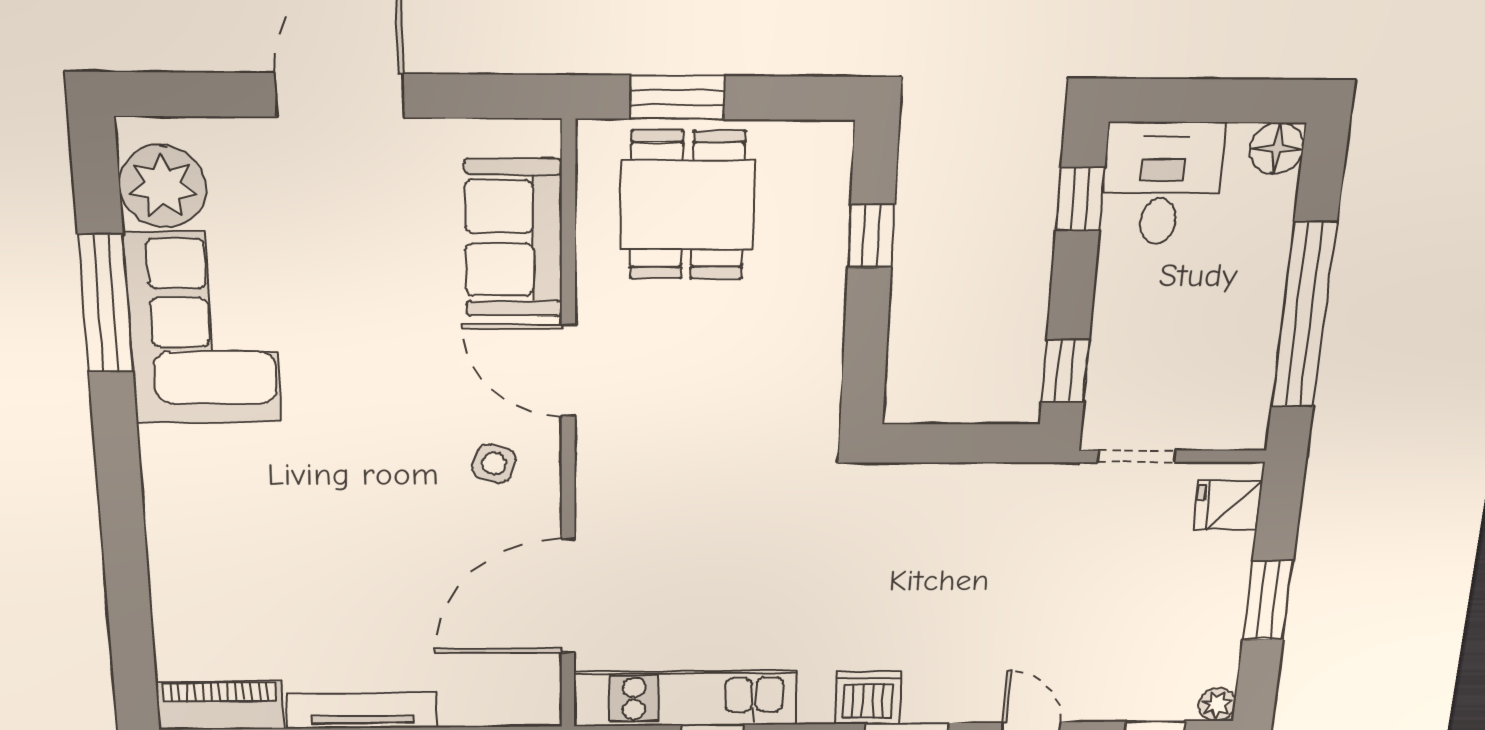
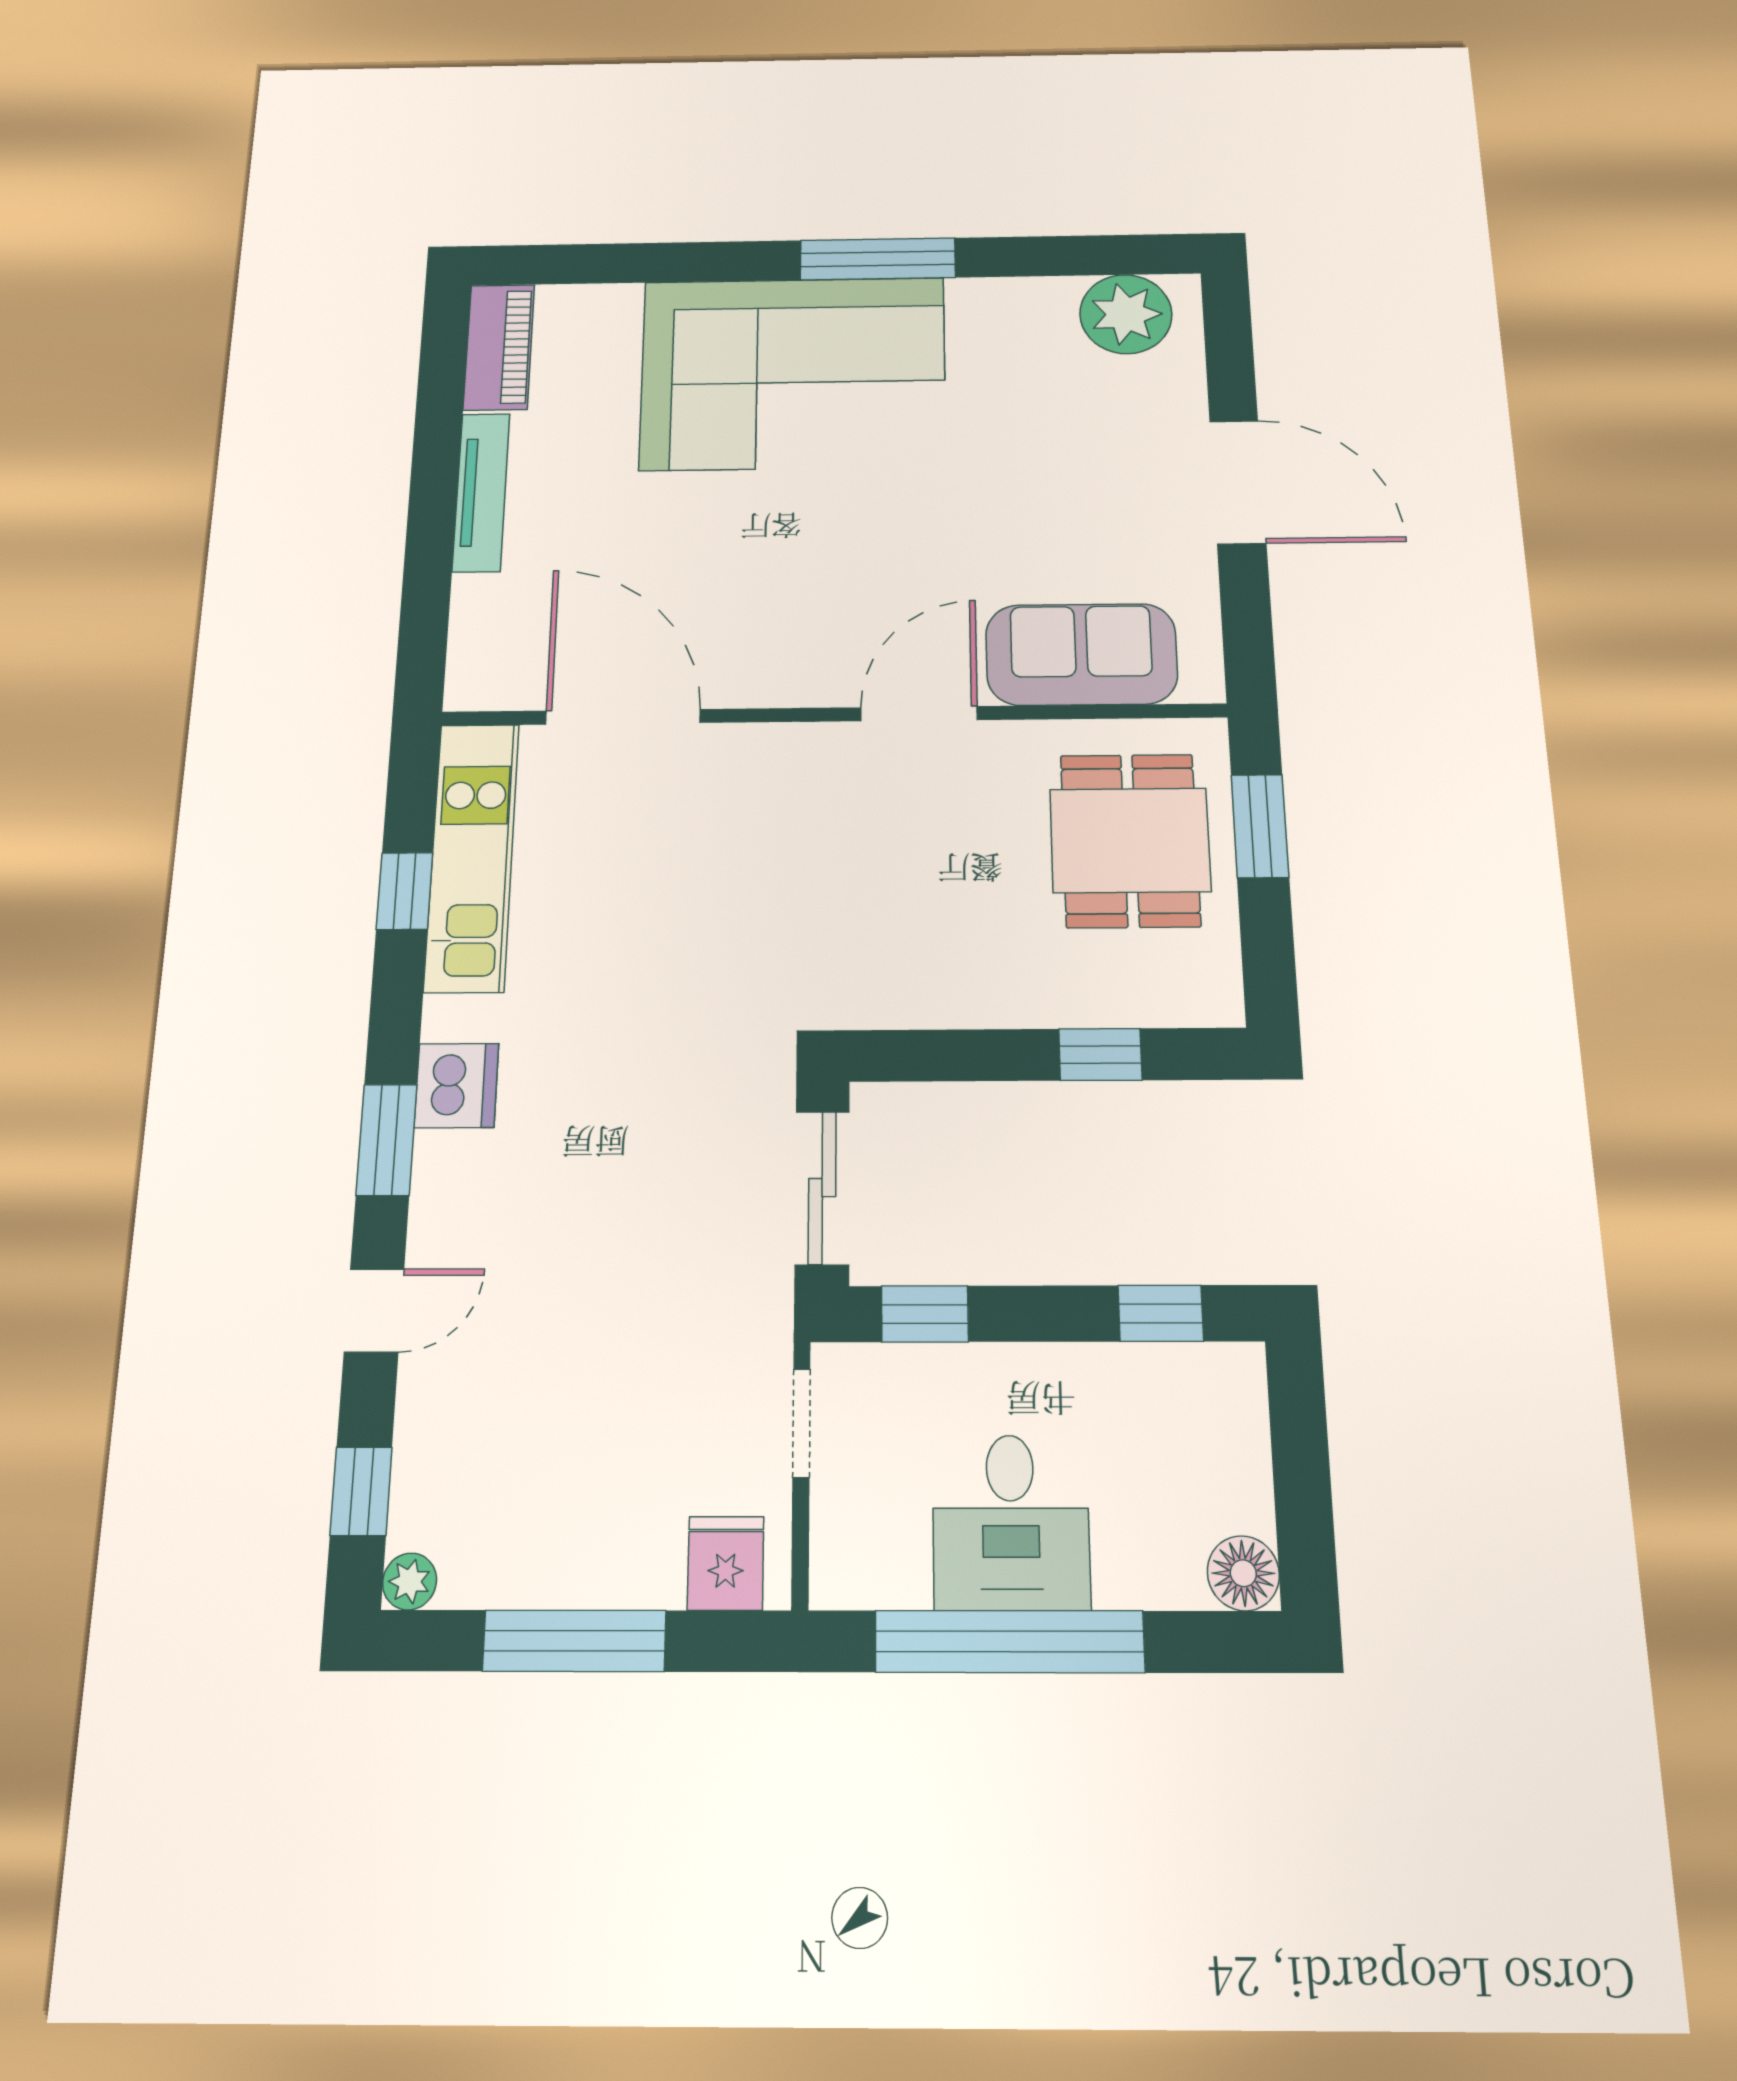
desk: (1162, 183) -> (1011, 1522), moved, turned 90
dining table: (687, 205) -> (1130, 840), turned 90
window: (106, 304) -> (878, 259), moved
corner sofa: (203, 328) -> (793, 373), moved, width x1.36, depth x1.36
sliding door: (964, 443) -> (822, 1188), added
side table: (494, 463) -> (801, 634), removed
window: (1268, 600) -> (574, 1641), width x1.44

